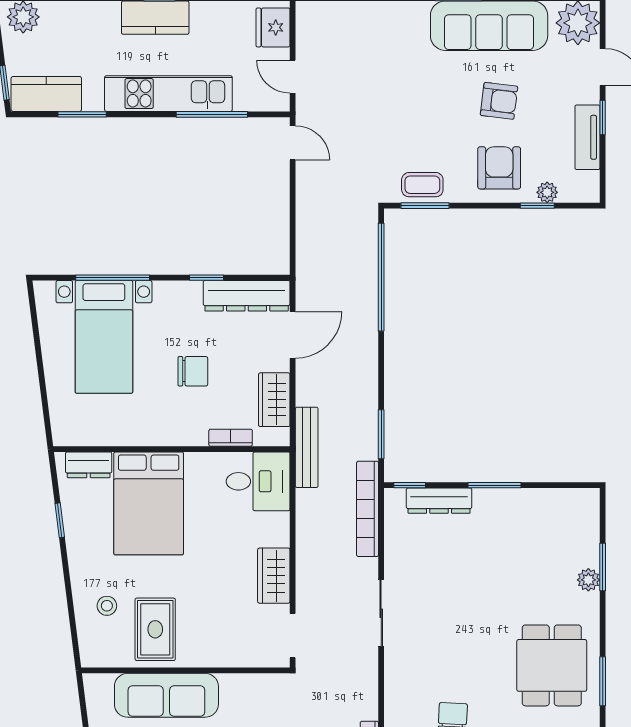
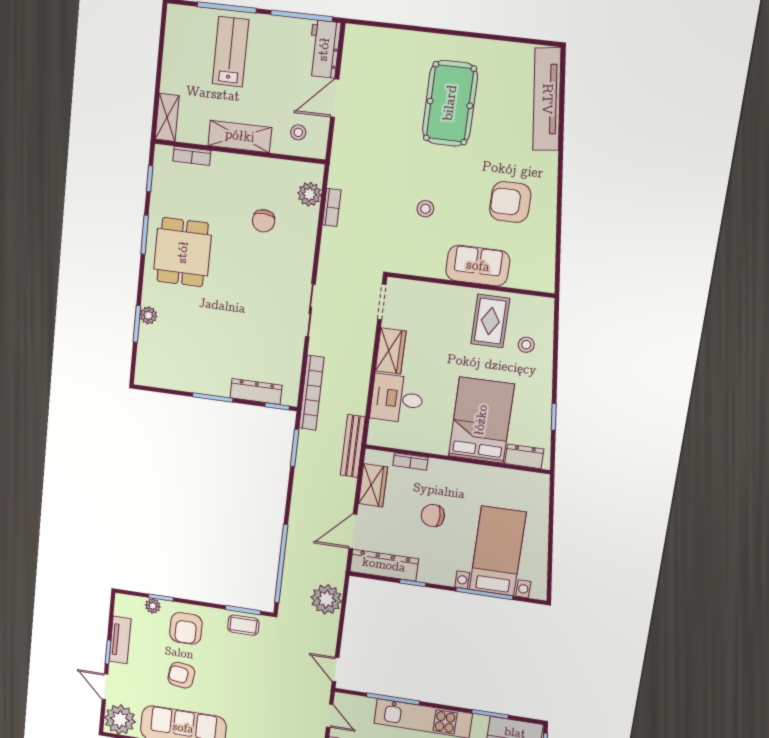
plant: (316, 238) -> (326, 599), added
desk: (258, 481) -> (397, 399), moved
sofa: (166, 695) -> (478, 266), width x0.73

